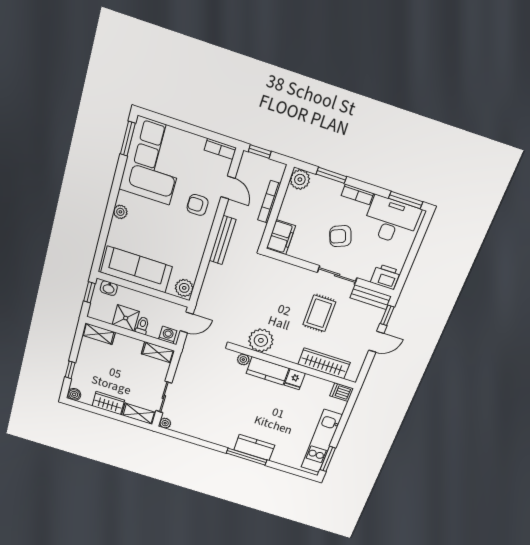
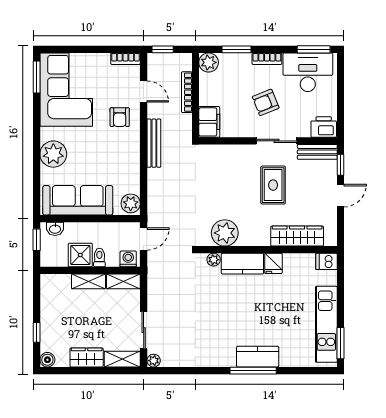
armchair: (198, 205) -> (120, 117), turned -90
plant: (120, 212) -> (53, 154), width x1.88, depth x1.88
shelving: (99, 334) -> (88, 281), moved

